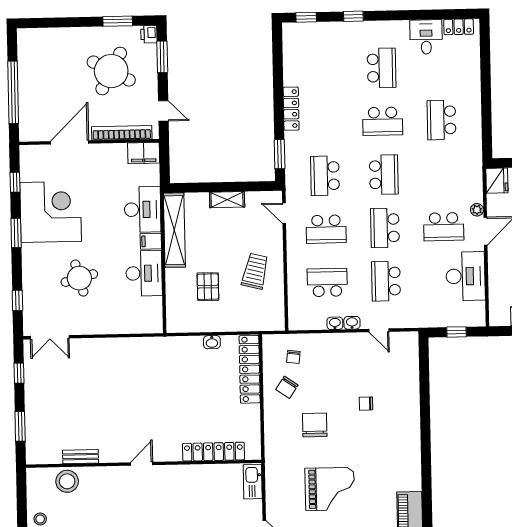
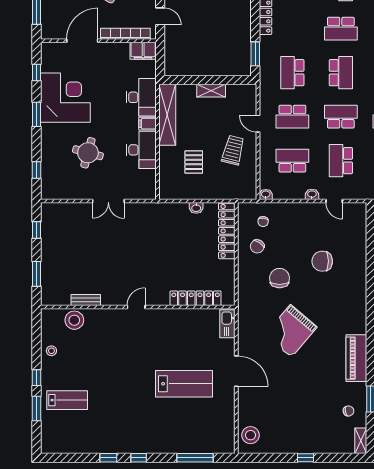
door: (284, 213) -> (258, 124), moved
school desk: (385, 228) -> (341, 117), turned 90
round table: (79, 278) -> (88, 153), turned 30
washbasin: (335, 323) -> (266, 194), moved
double door: (50, 337) -> (108, 201), moved
chair: (366, 404) -> (322, 261), width x1.87, depth x1.87
grand piano: (330, 489) -> (291, 331), turned 130

